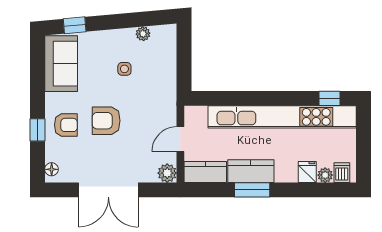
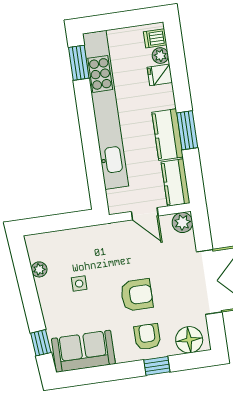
window: (329, 98) -> (79, 63), width x1.50
armchair: (106, 121) -> (137, 295), turned -90
floor lamp: (52, 169) -> (189, 340), width x1.89, depth x1.89

